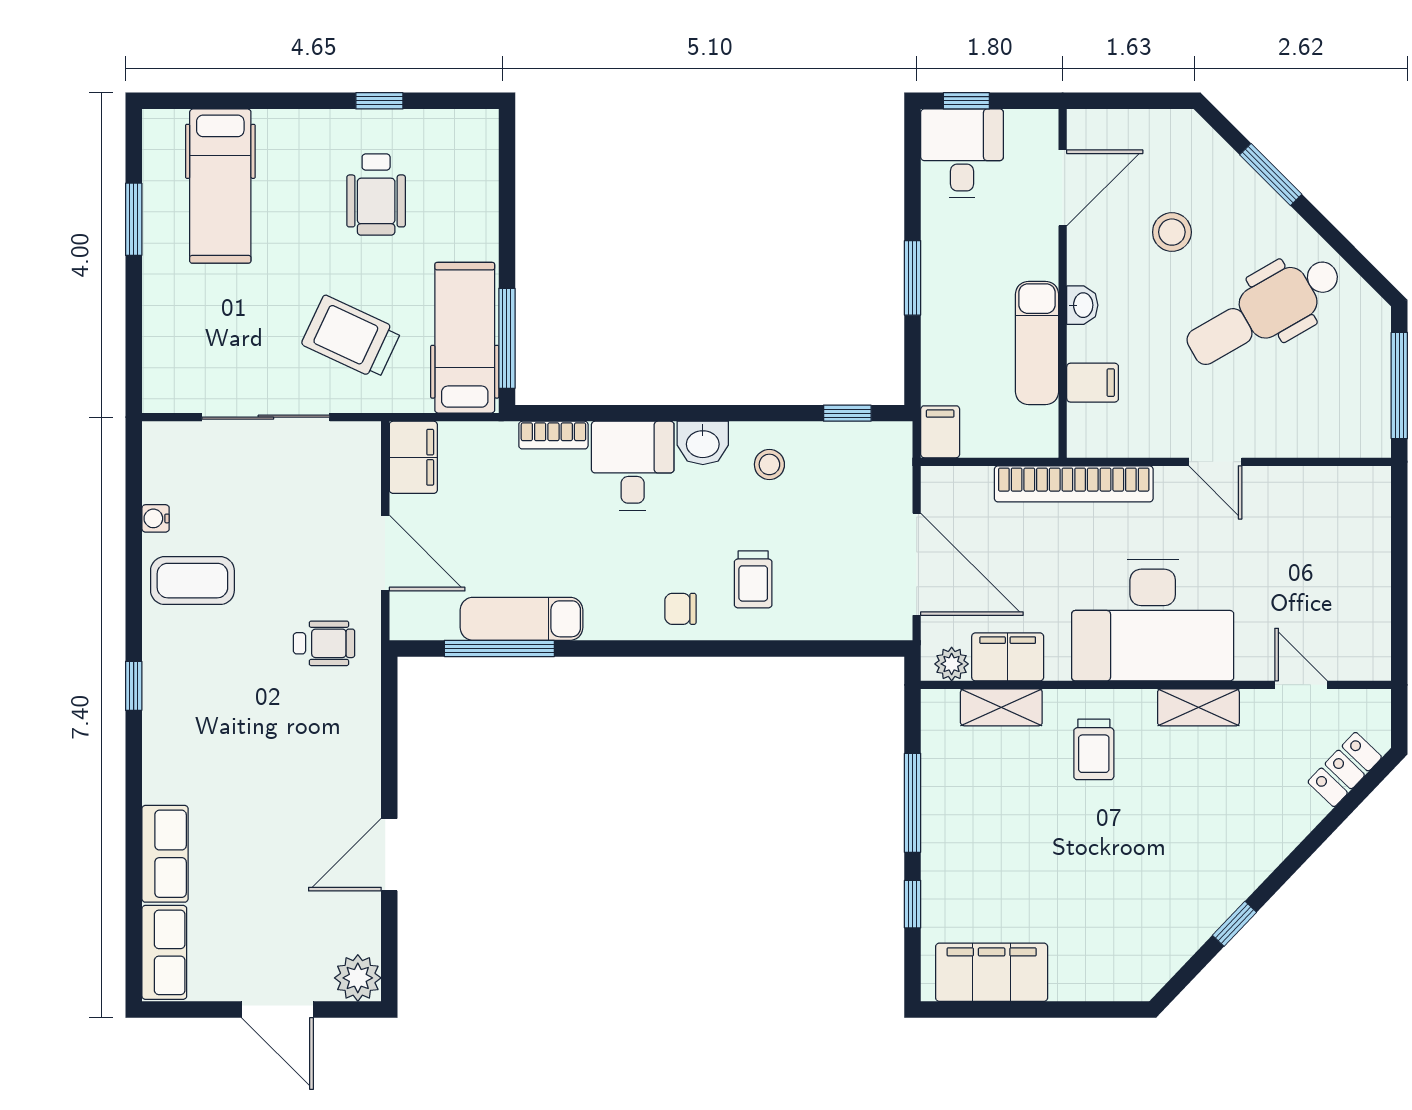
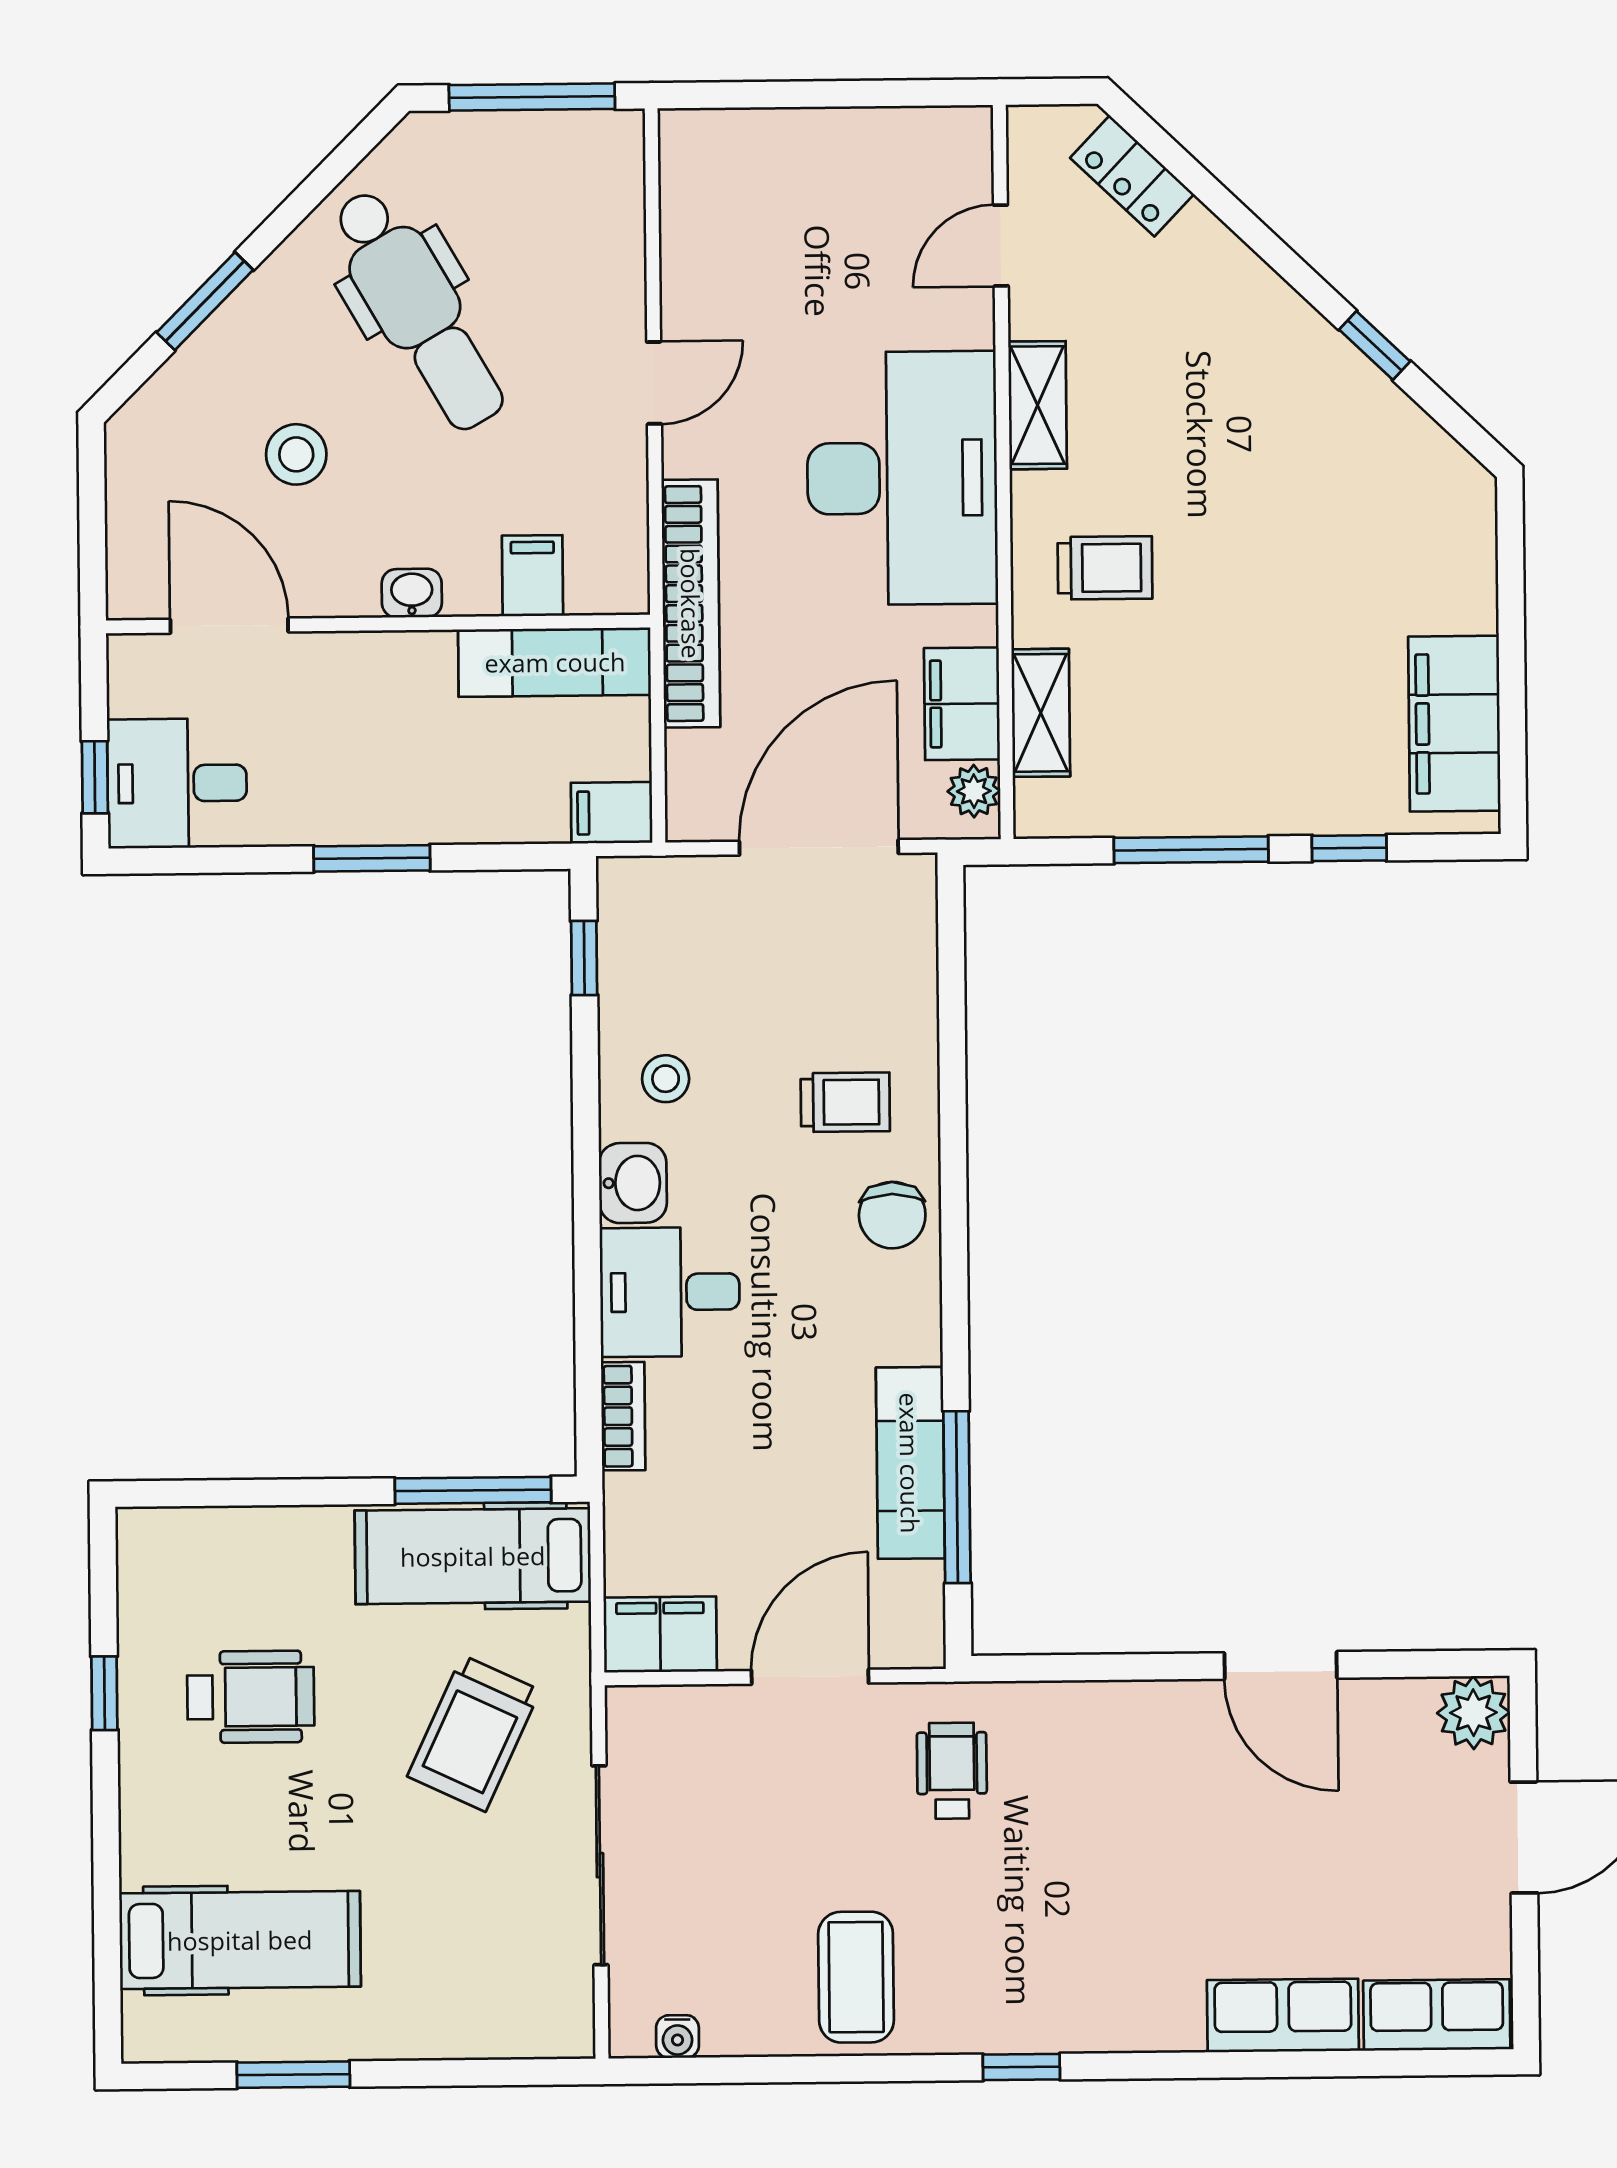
exam couch: (1037, 343) -> (555, 662), moved
water cooler: (156, 518) -> (677, 2037), moved
chair: (680, 609) -> (892, 1215), width x1.37, depth x1.37

